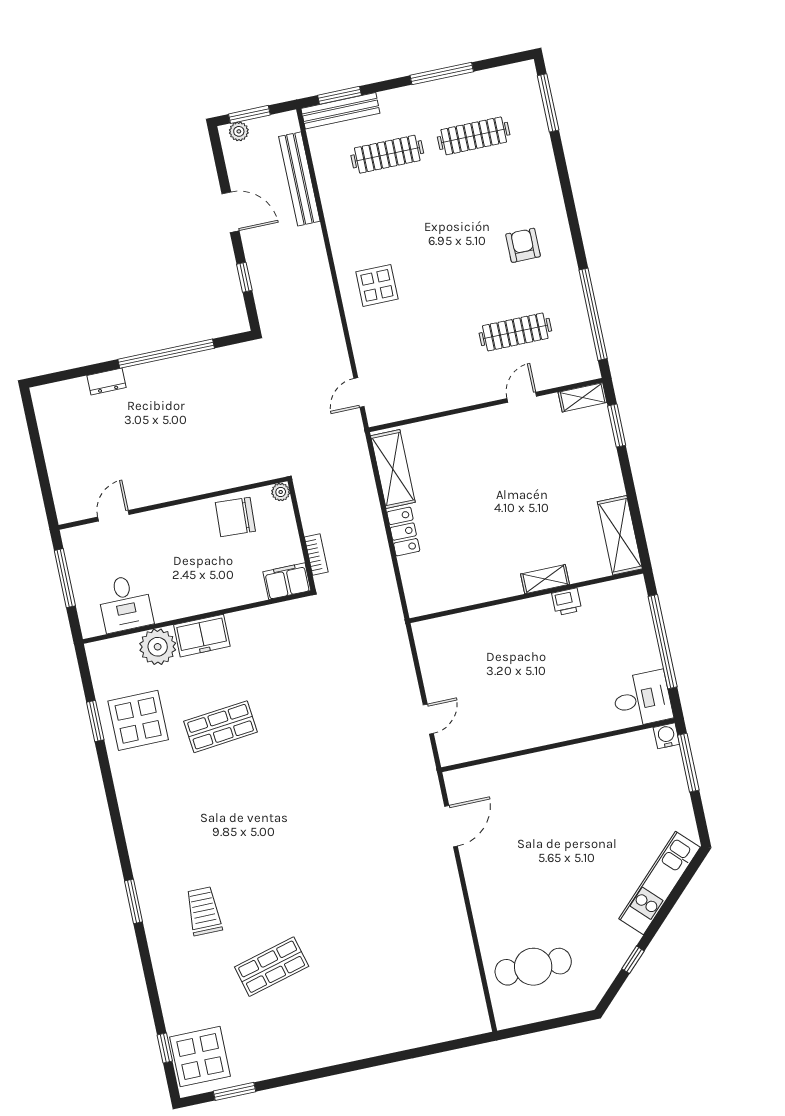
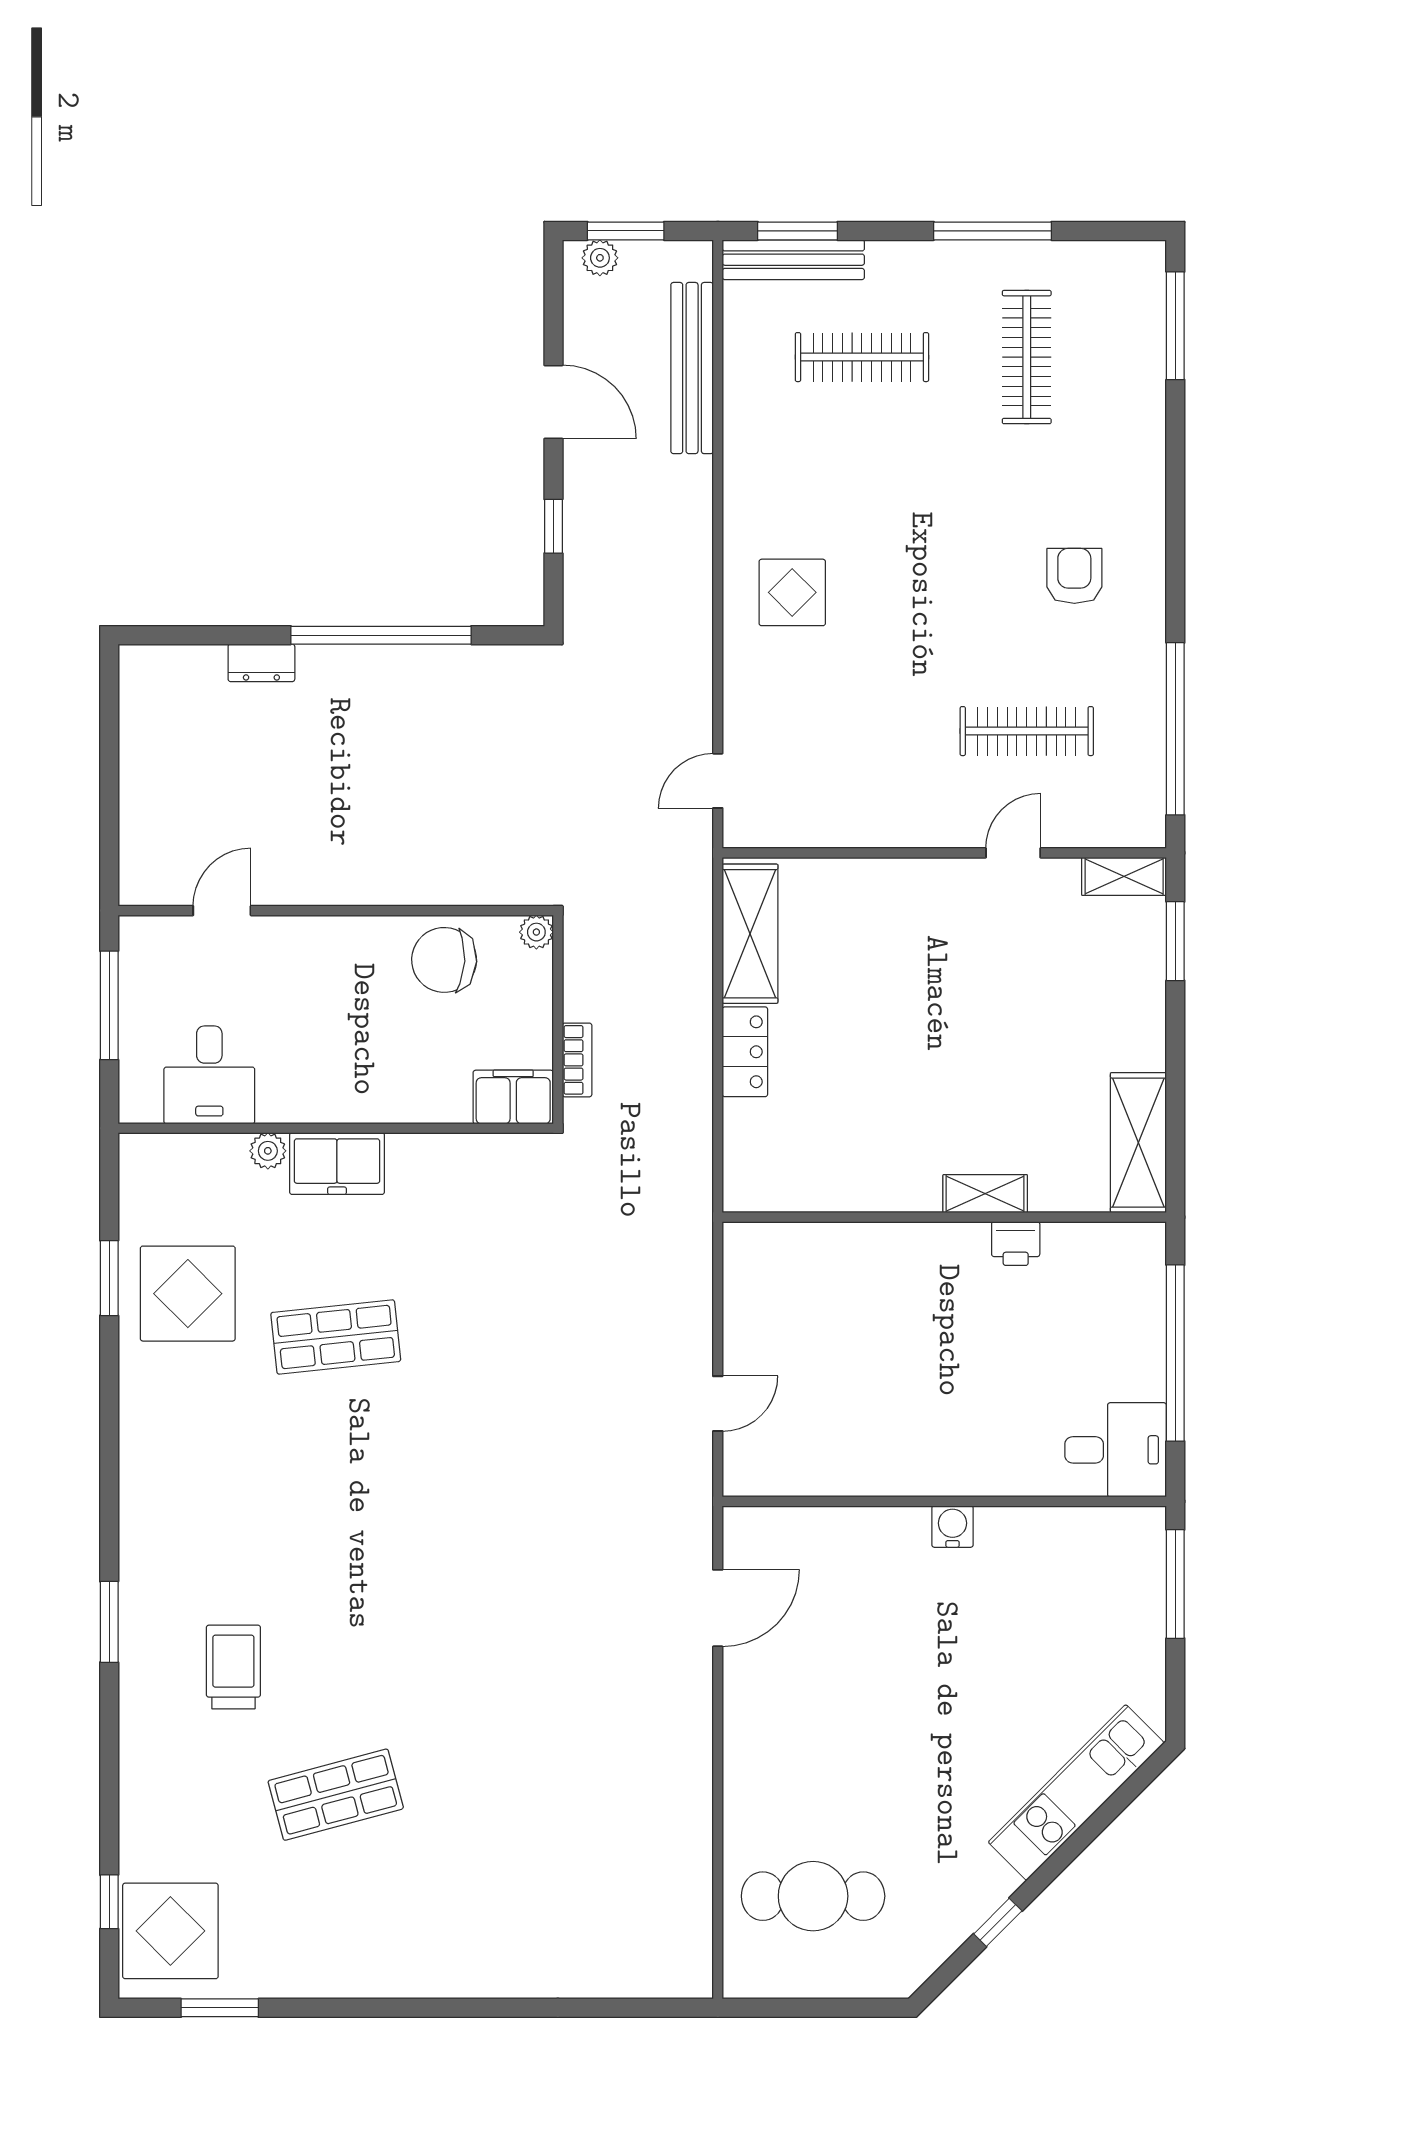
clothes rail: (474, 136) -> (1027, 357), turned 90
plant: (158, 647) -> (268, 1151), width x0.53, depth x0.53
water cooler: (666, 736) -> (953, 1527), moved

